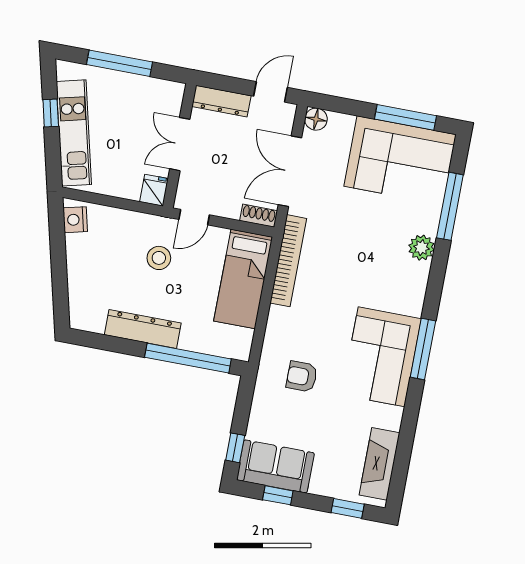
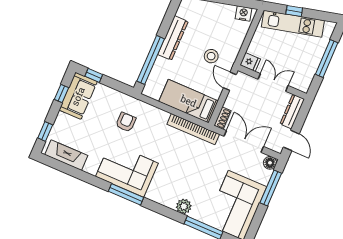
window: (51, 113) -> (294, 11), moved
window: (405, 117) -> (271, 188), moved

